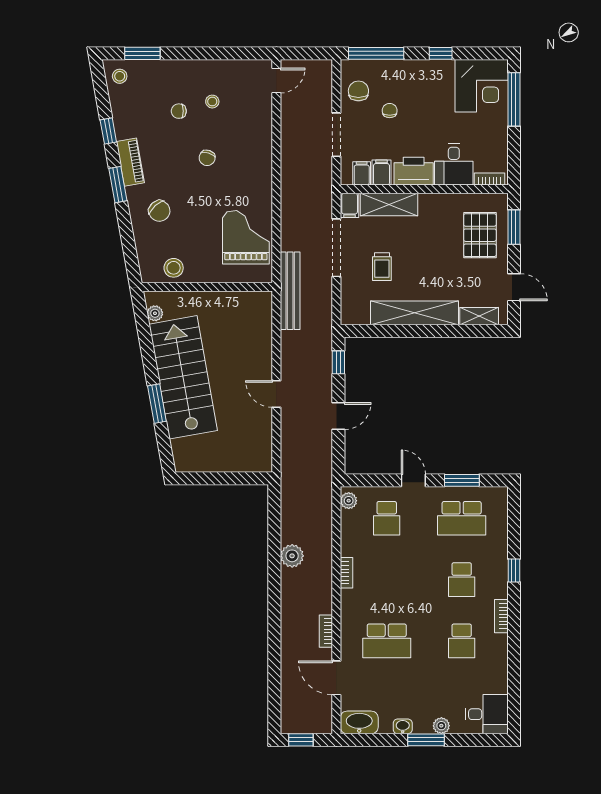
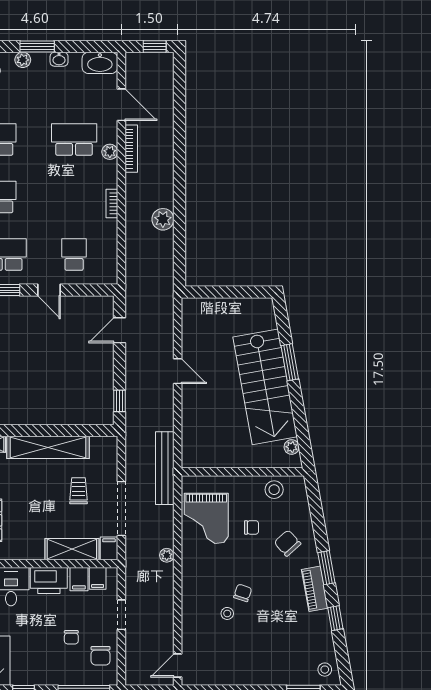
stool: (212, 102) -> (227, 613), moved
chair: (179, 111) -> (252, 527), moved
doorway: (336, 135) -> (121, 615), width x0.73
plant: (288, 198) -> (167, 555), added
door: (338, 416) -> (119, 330), moved
plant: (349, 501) -> (110, 152), moved
bookcase: (326, 631) -> (131, 149), width x1.56

